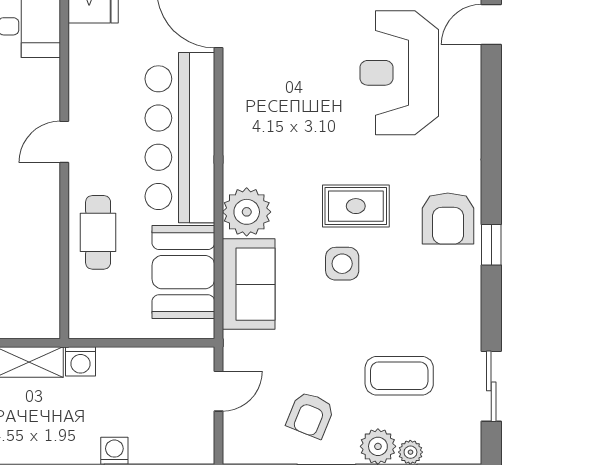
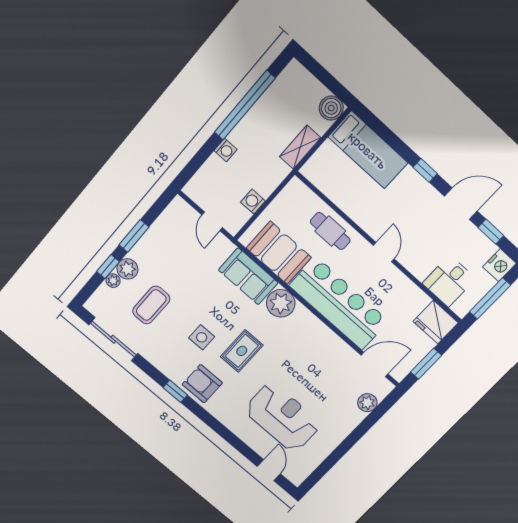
side table: (342, 264) -> (202, 337), moved
washing machine: (80, 361) -> (253, 202), moved
sliding door: (491, 386) -> (113, 339), width x1.37
armchair: (310, 415) -> (167, 252), removed

